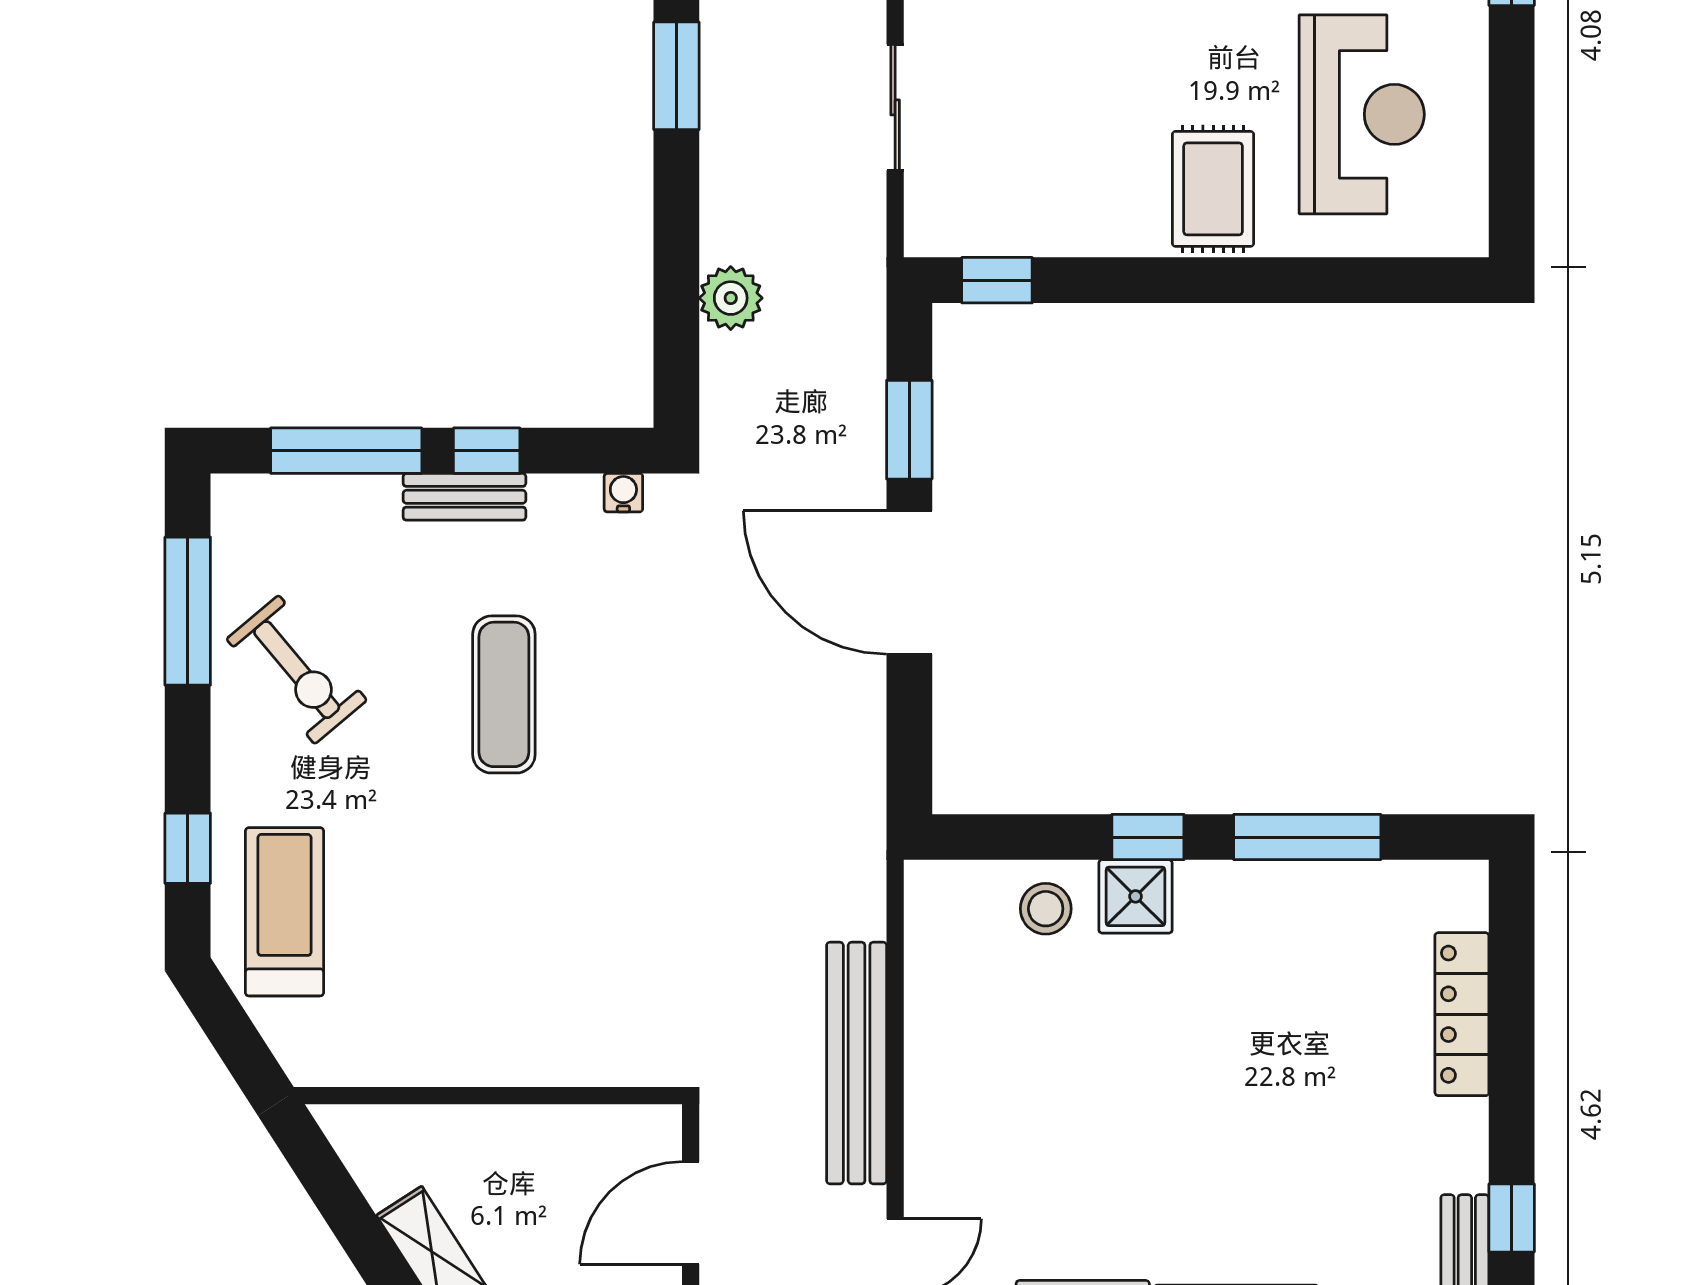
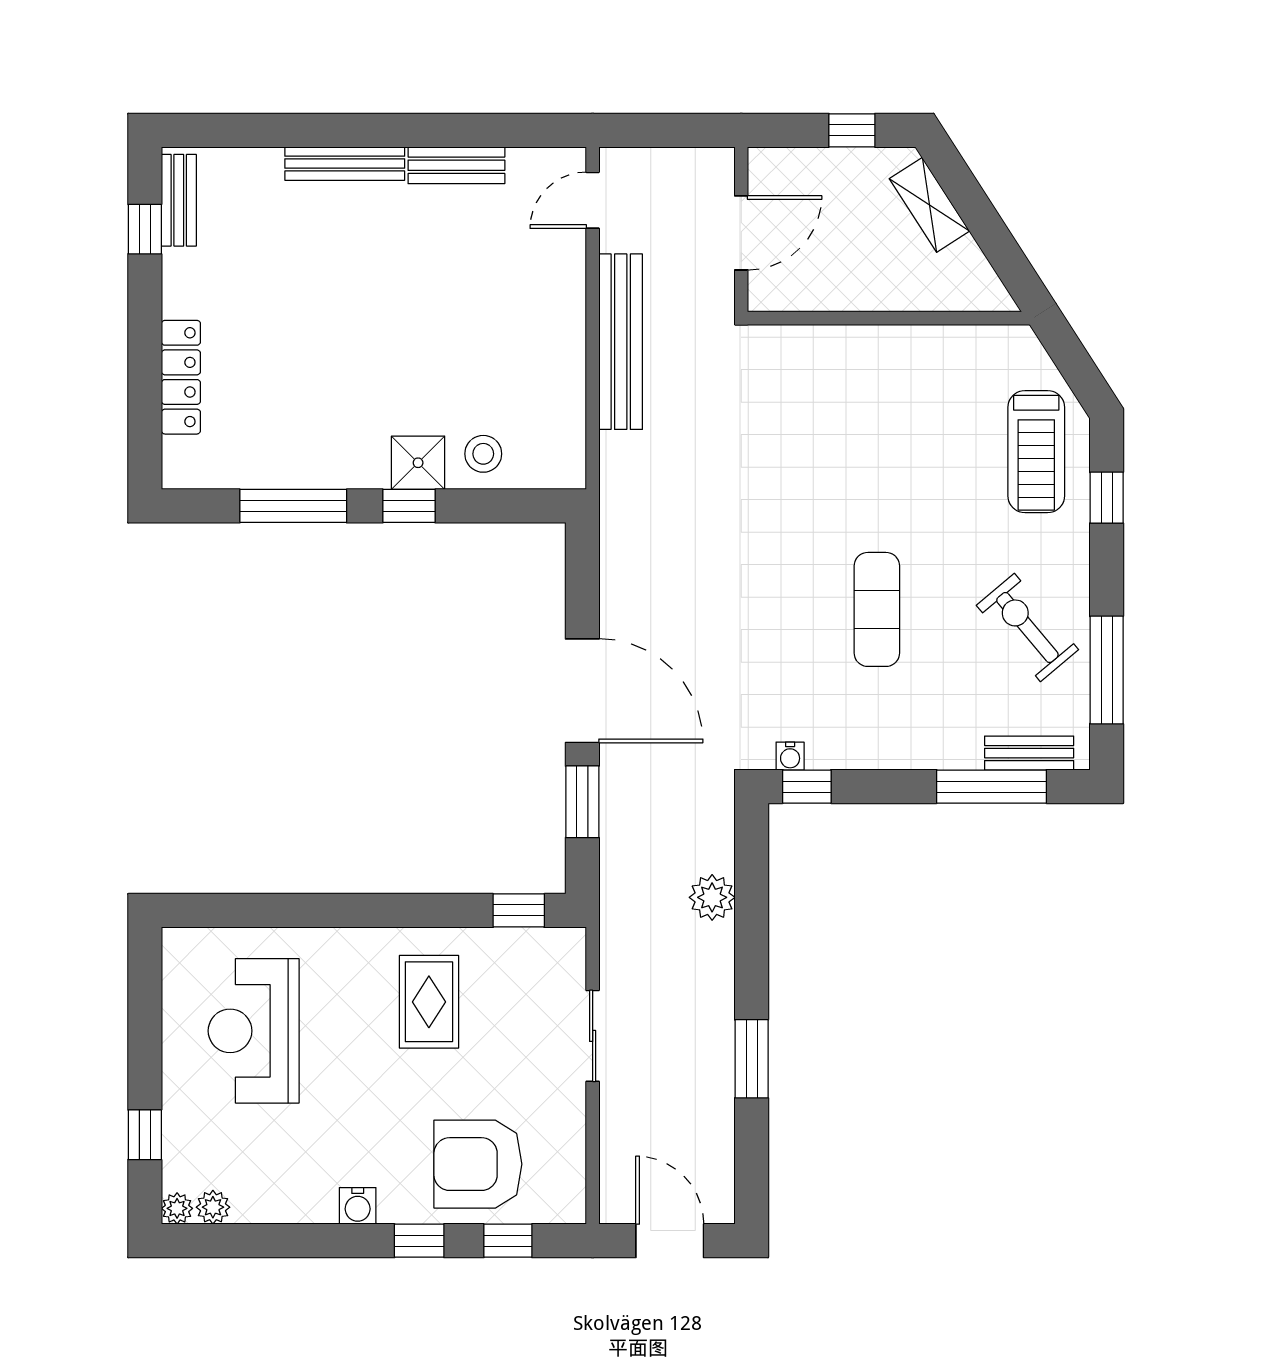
rug: (1213, 189) -> (429, 1002), moved
window: (487, 451) -> (807, 787), moved
bench: (464, 497) -> (1029, 753), moved

